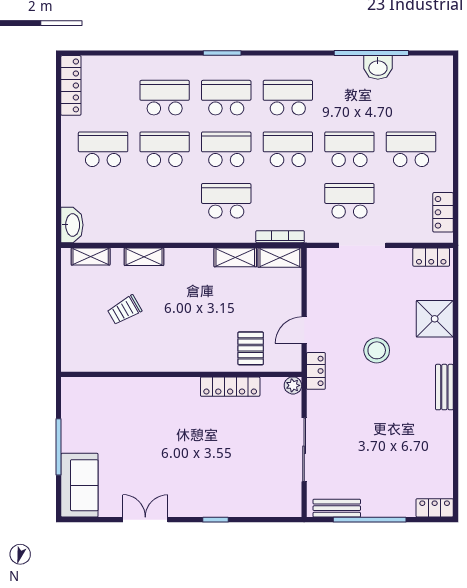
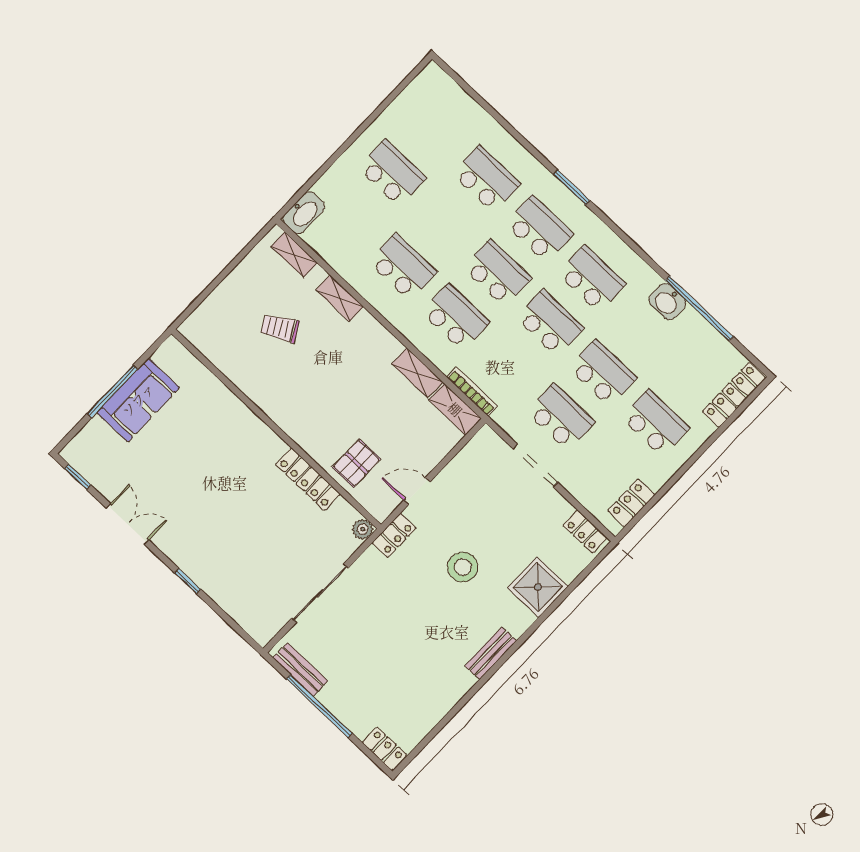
washbasin: (378, 67) -> (667, 302), moved
locker: (71, 85) -> (734, 395), moved, turned 180
school desk: (165, 149) -> (403, 267), moved
sofa: (79, 485) -> (138, 400), moved
window: (87, 520) -> (78, 477), added

